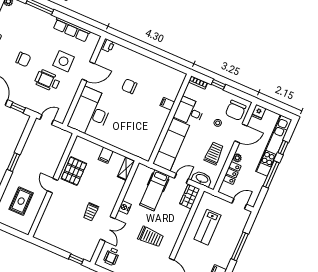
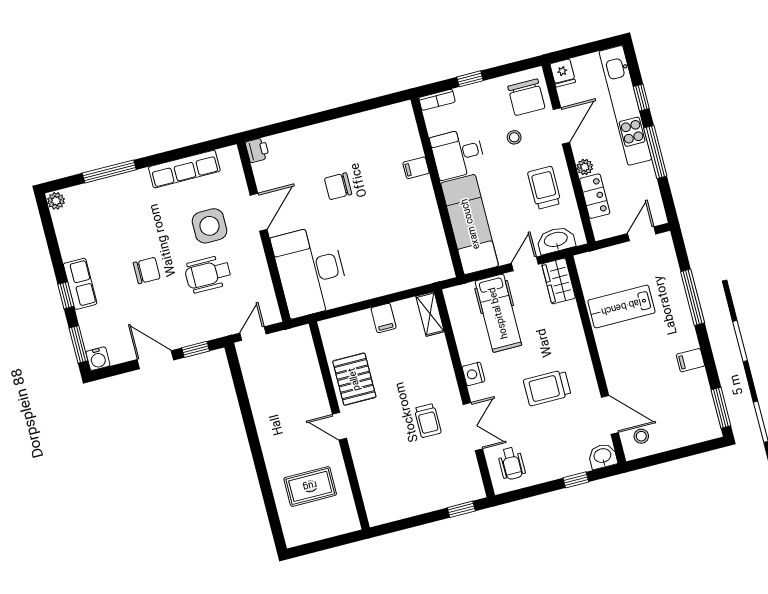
window: (13, 162) -> (253, 437), removed
rug: (21, 201) -> (310, 486), turned 90
lab bench: (207, 227) -> (621, 307), turned 90
trolley: (151, 237) -> (547, 388), turned 180

